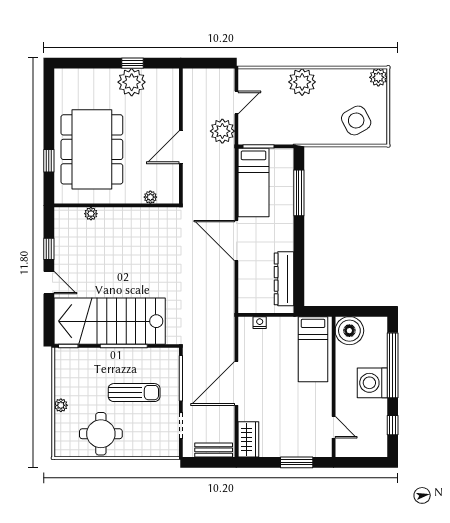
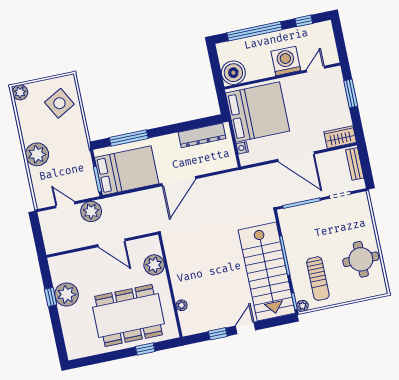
bed: (254, 182) -> (127, 171), width x1.50
plant: (150, 197) -> (154, 265), width x1.88, depth x1.88
bed: (313, 349) -> (258, 112), width x2.04
washing machine: (372, 383) -> (286, 61), moved, turned 180
sun lounger: (134, 393) -> (318, 279), moved, turned 180
plant: (61, 405) -> (303, 306), moved

